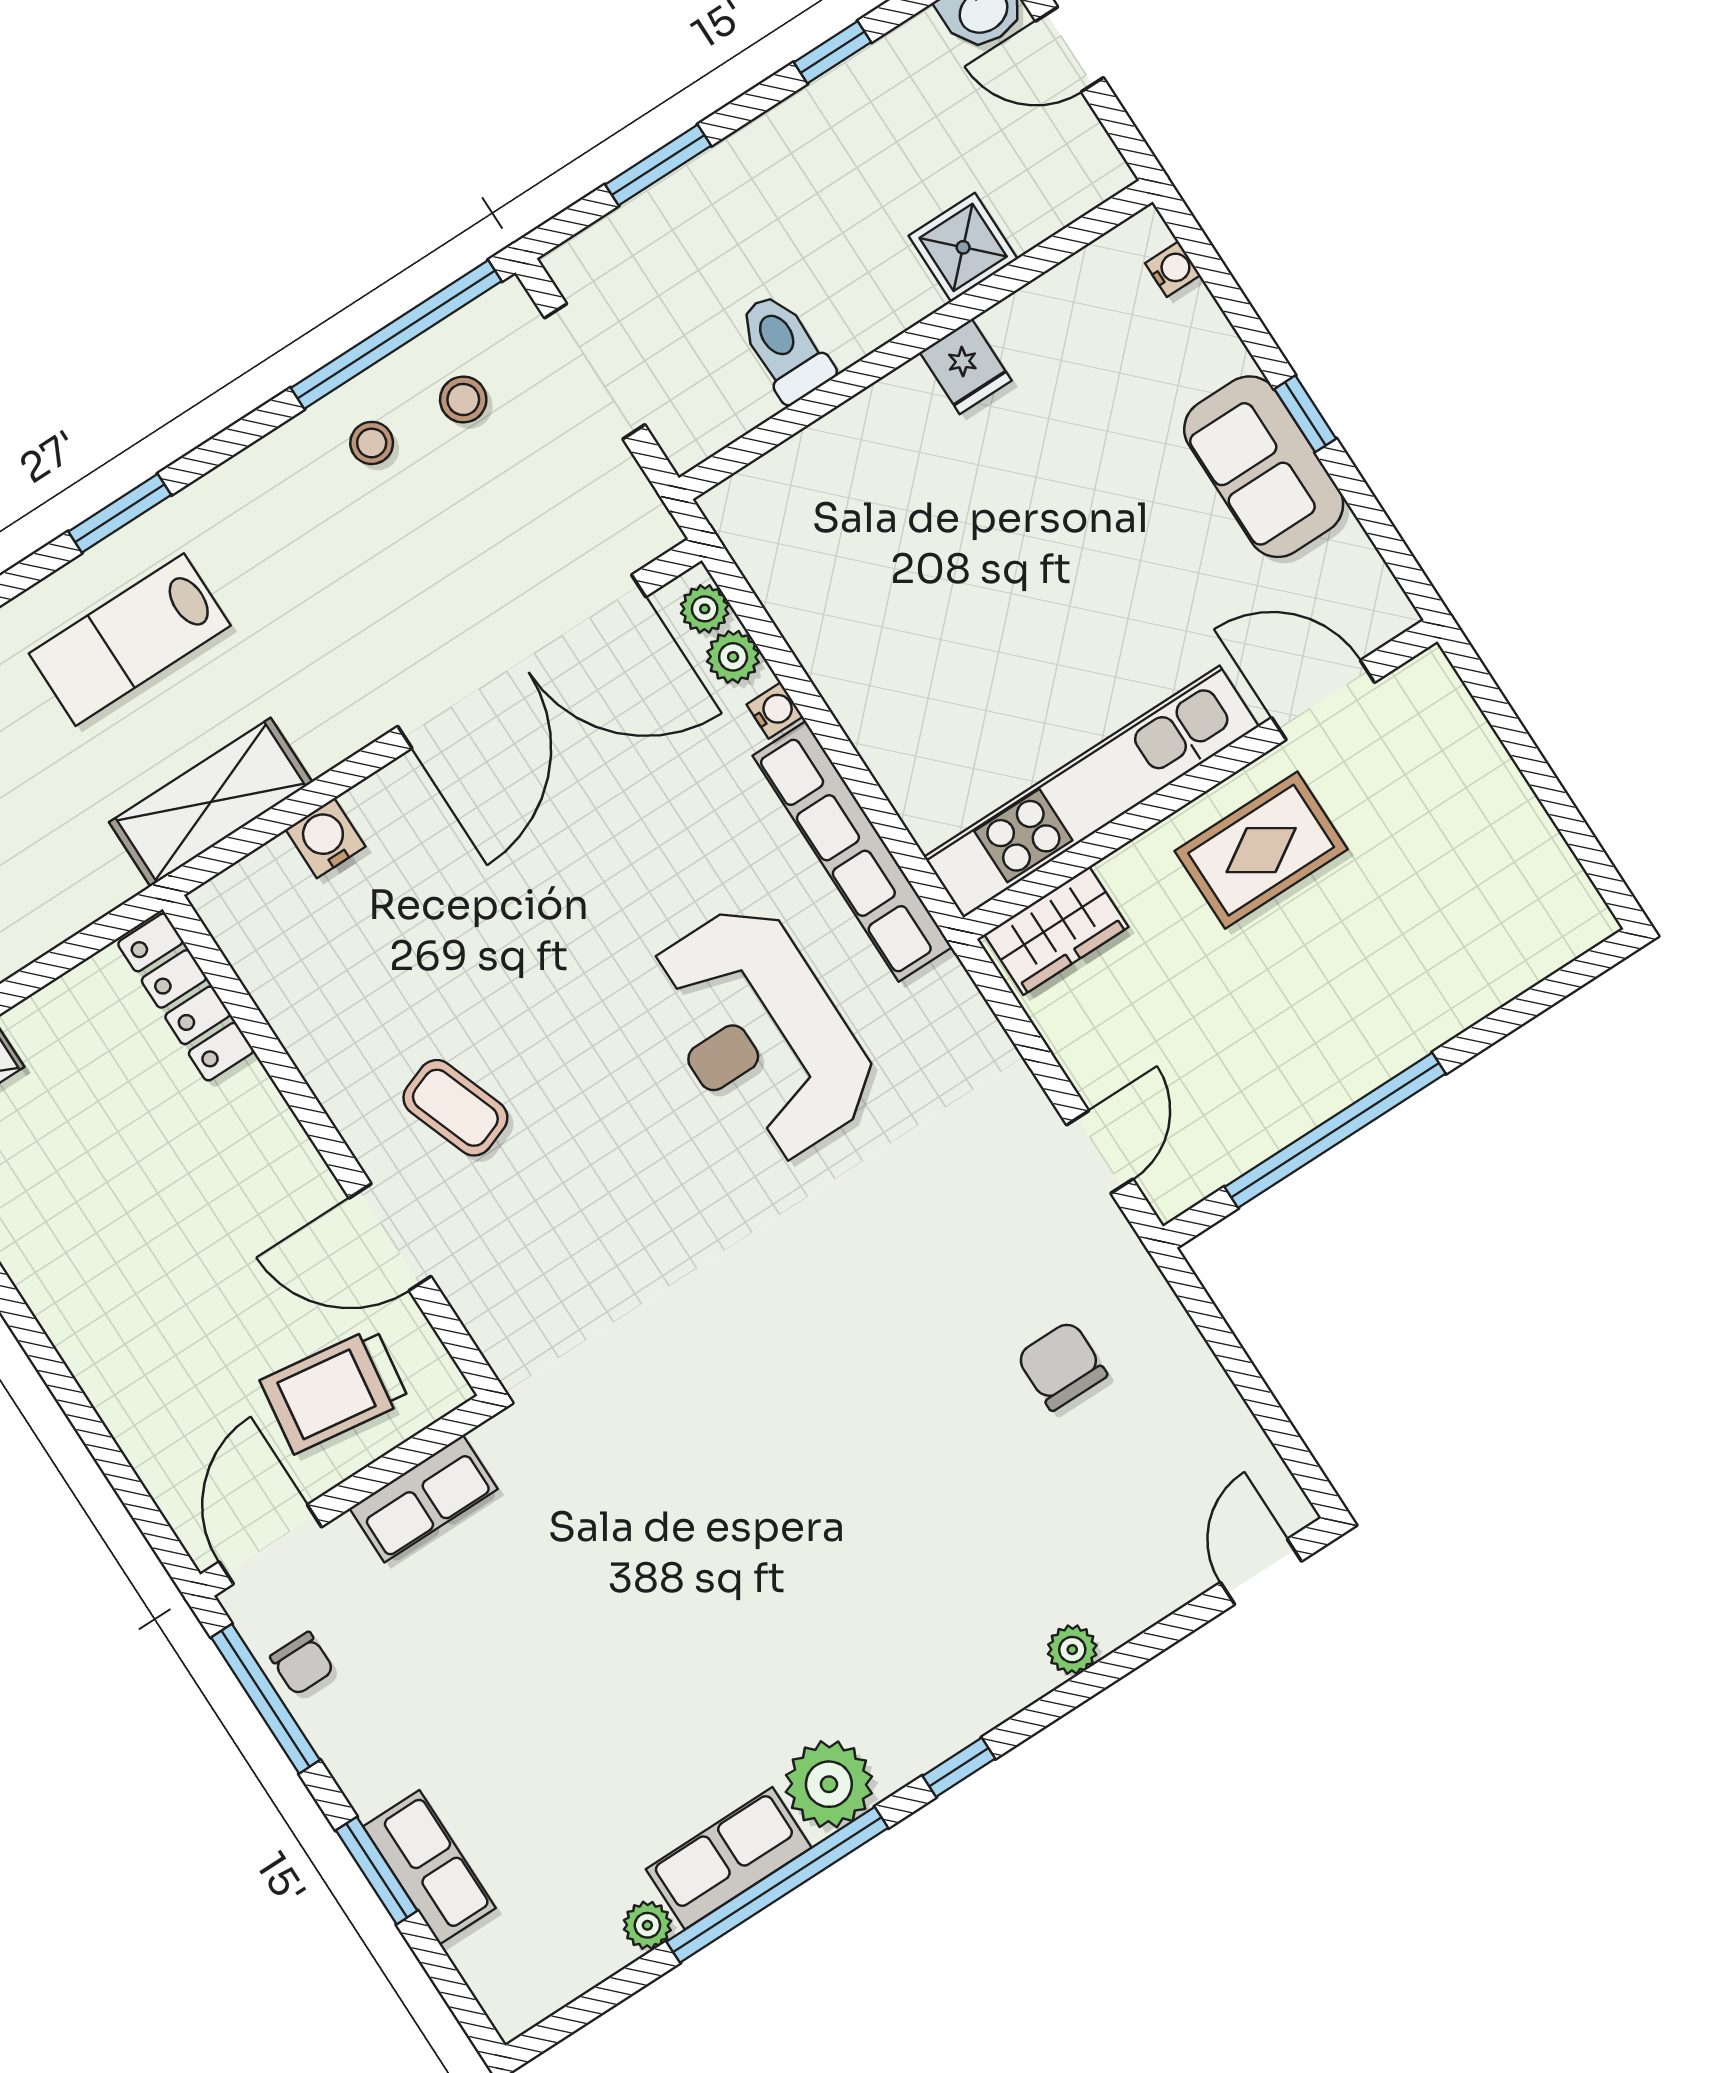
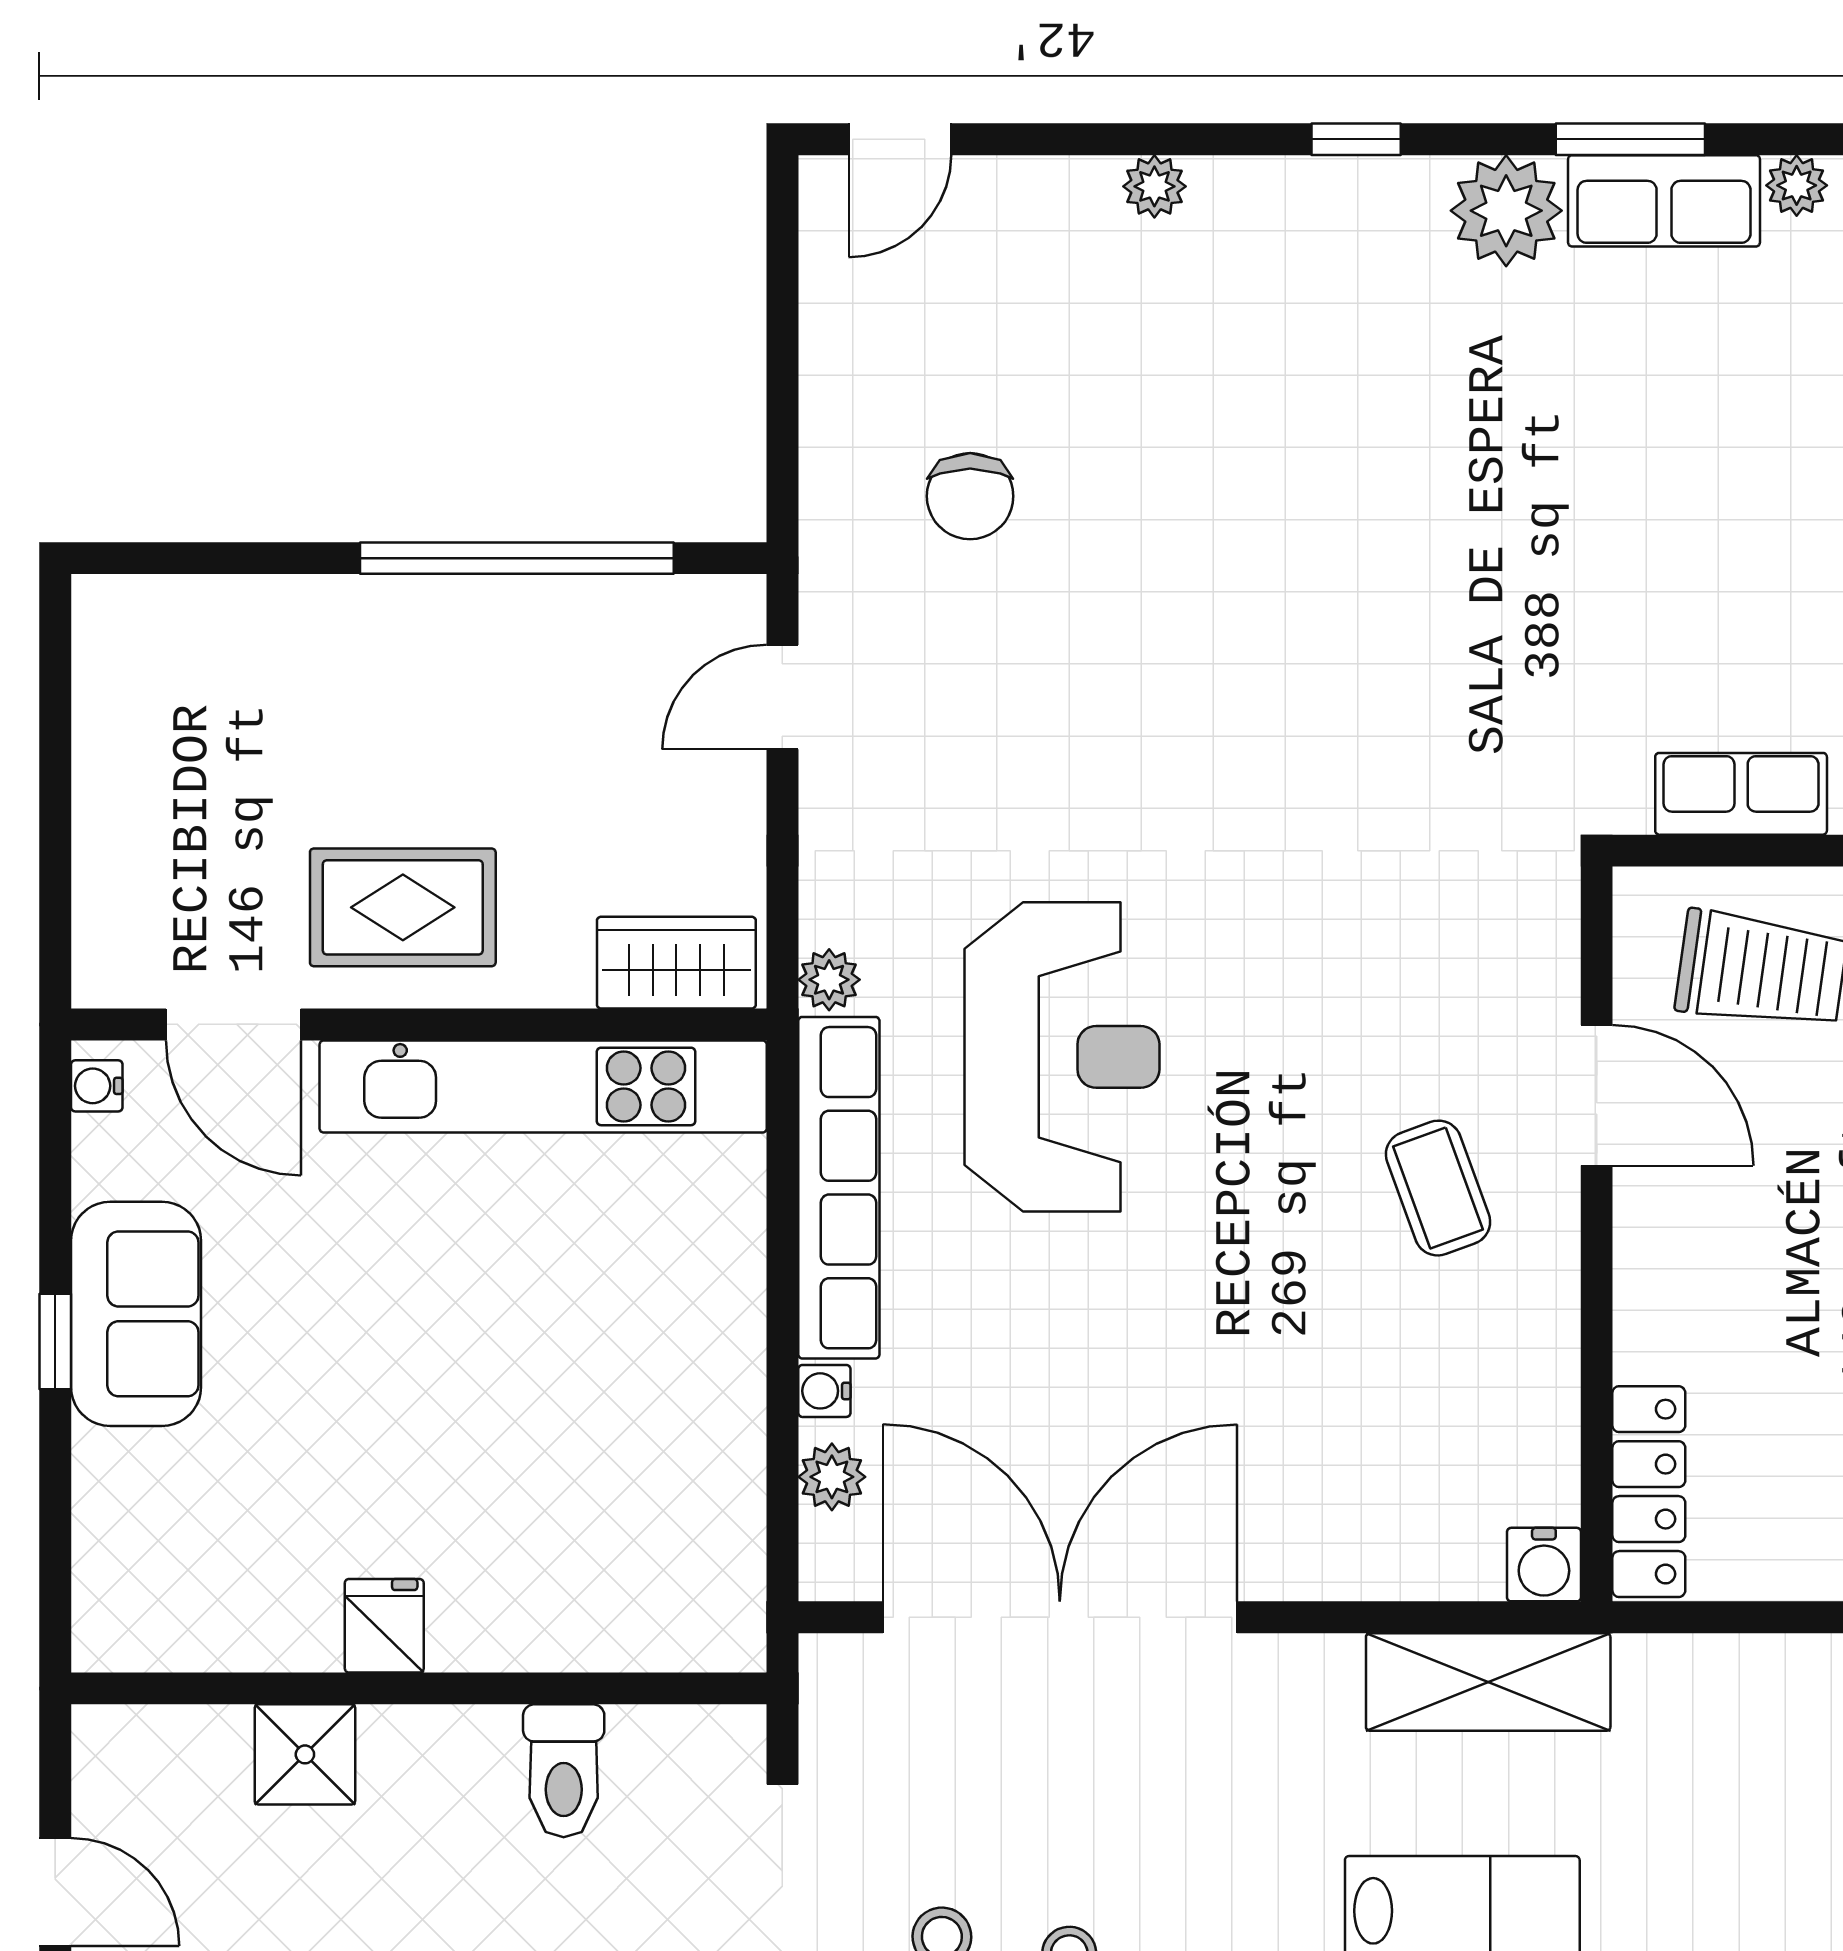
water cooler: (1173, 269) -> (97, 1086), moved
plant: (705, 609) -> (829, 980), moved
water cooler: (326, 838) -> (1544, 1565), moved
window: (777, 1885) -> (1630, 139), width x0.47

